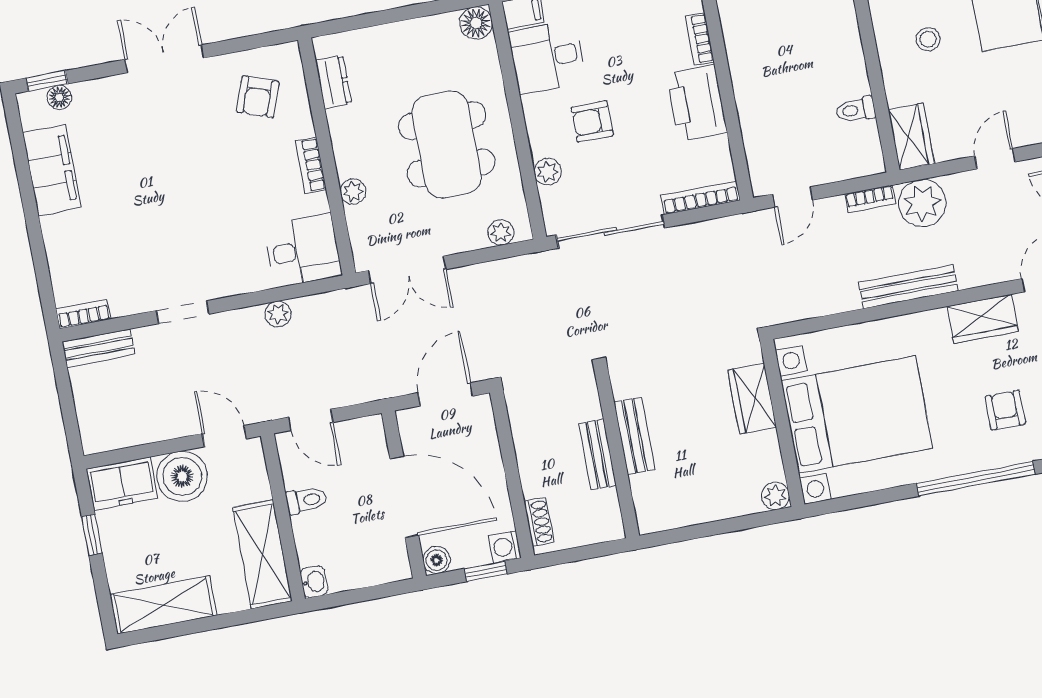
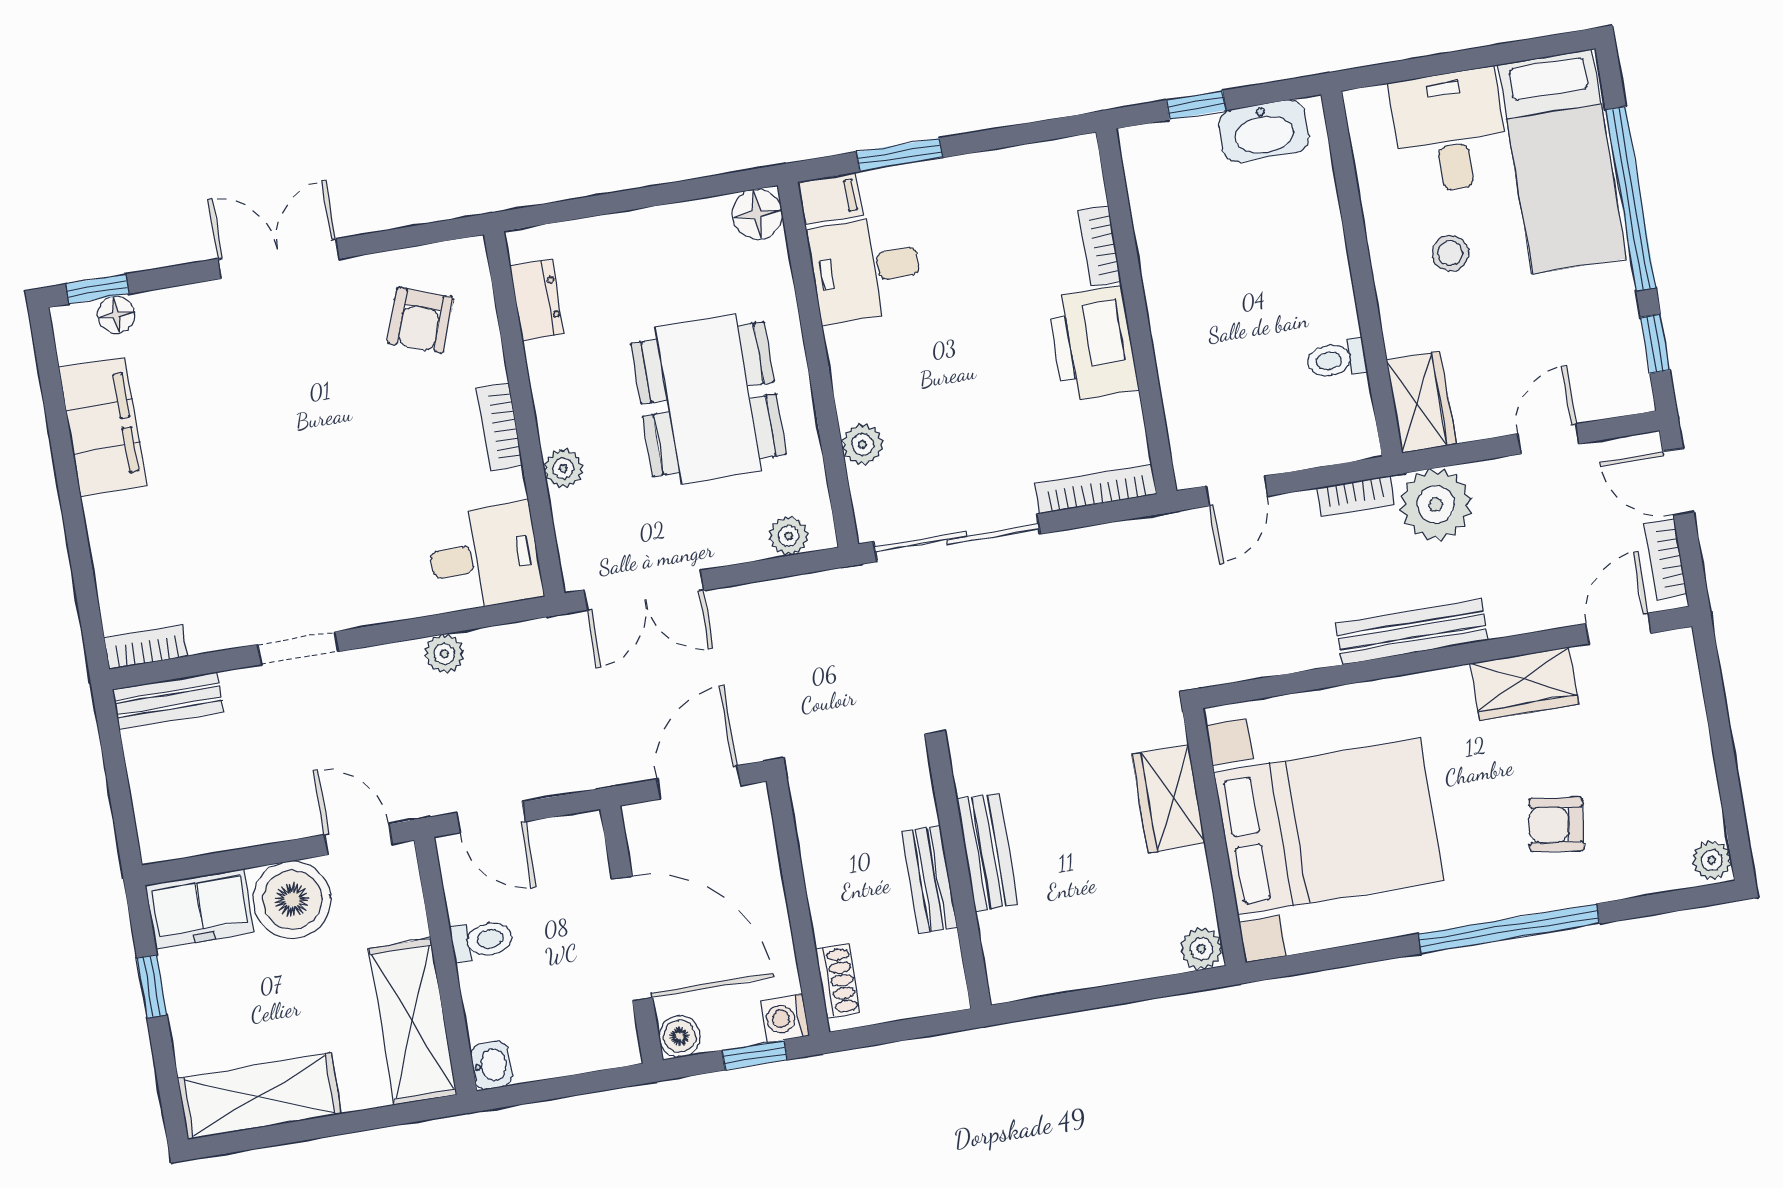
armchair: (592, 121) -> (932, 369), removed
armchair: (1005, 410) -> (1556, 824), turned -82

